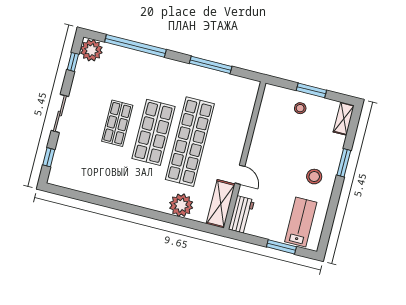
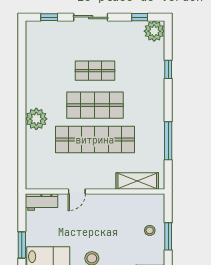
window: (135, 46) -> (168, 69), width x0.32
shelving: (221, 204) -> (137, 181), moved
plant: (181, 205) -> (36, 119), moved

